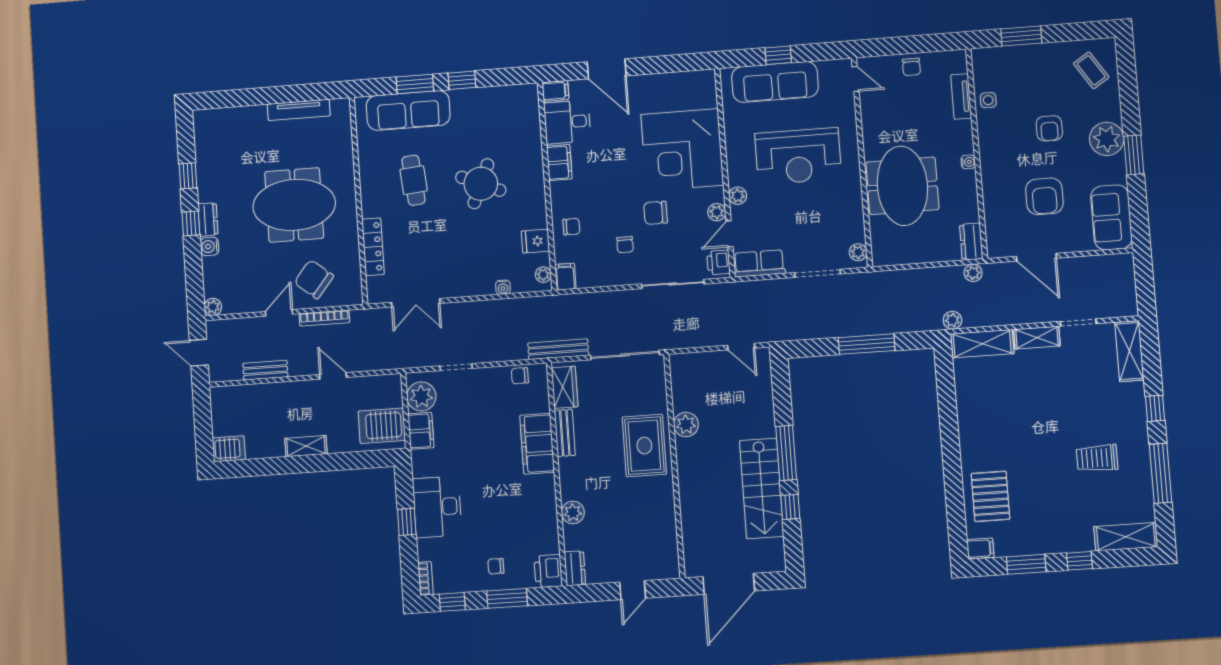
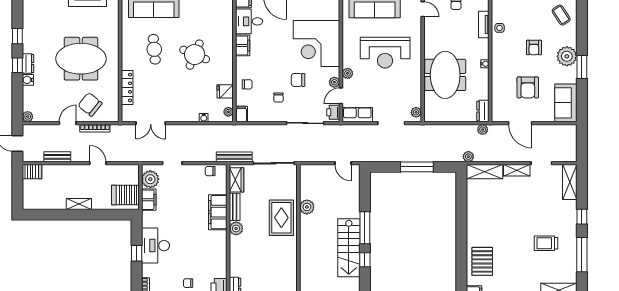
server rack: (229, 449) -> (32, 172), moved
plant: (573, 512) -> (236, 228), moved

